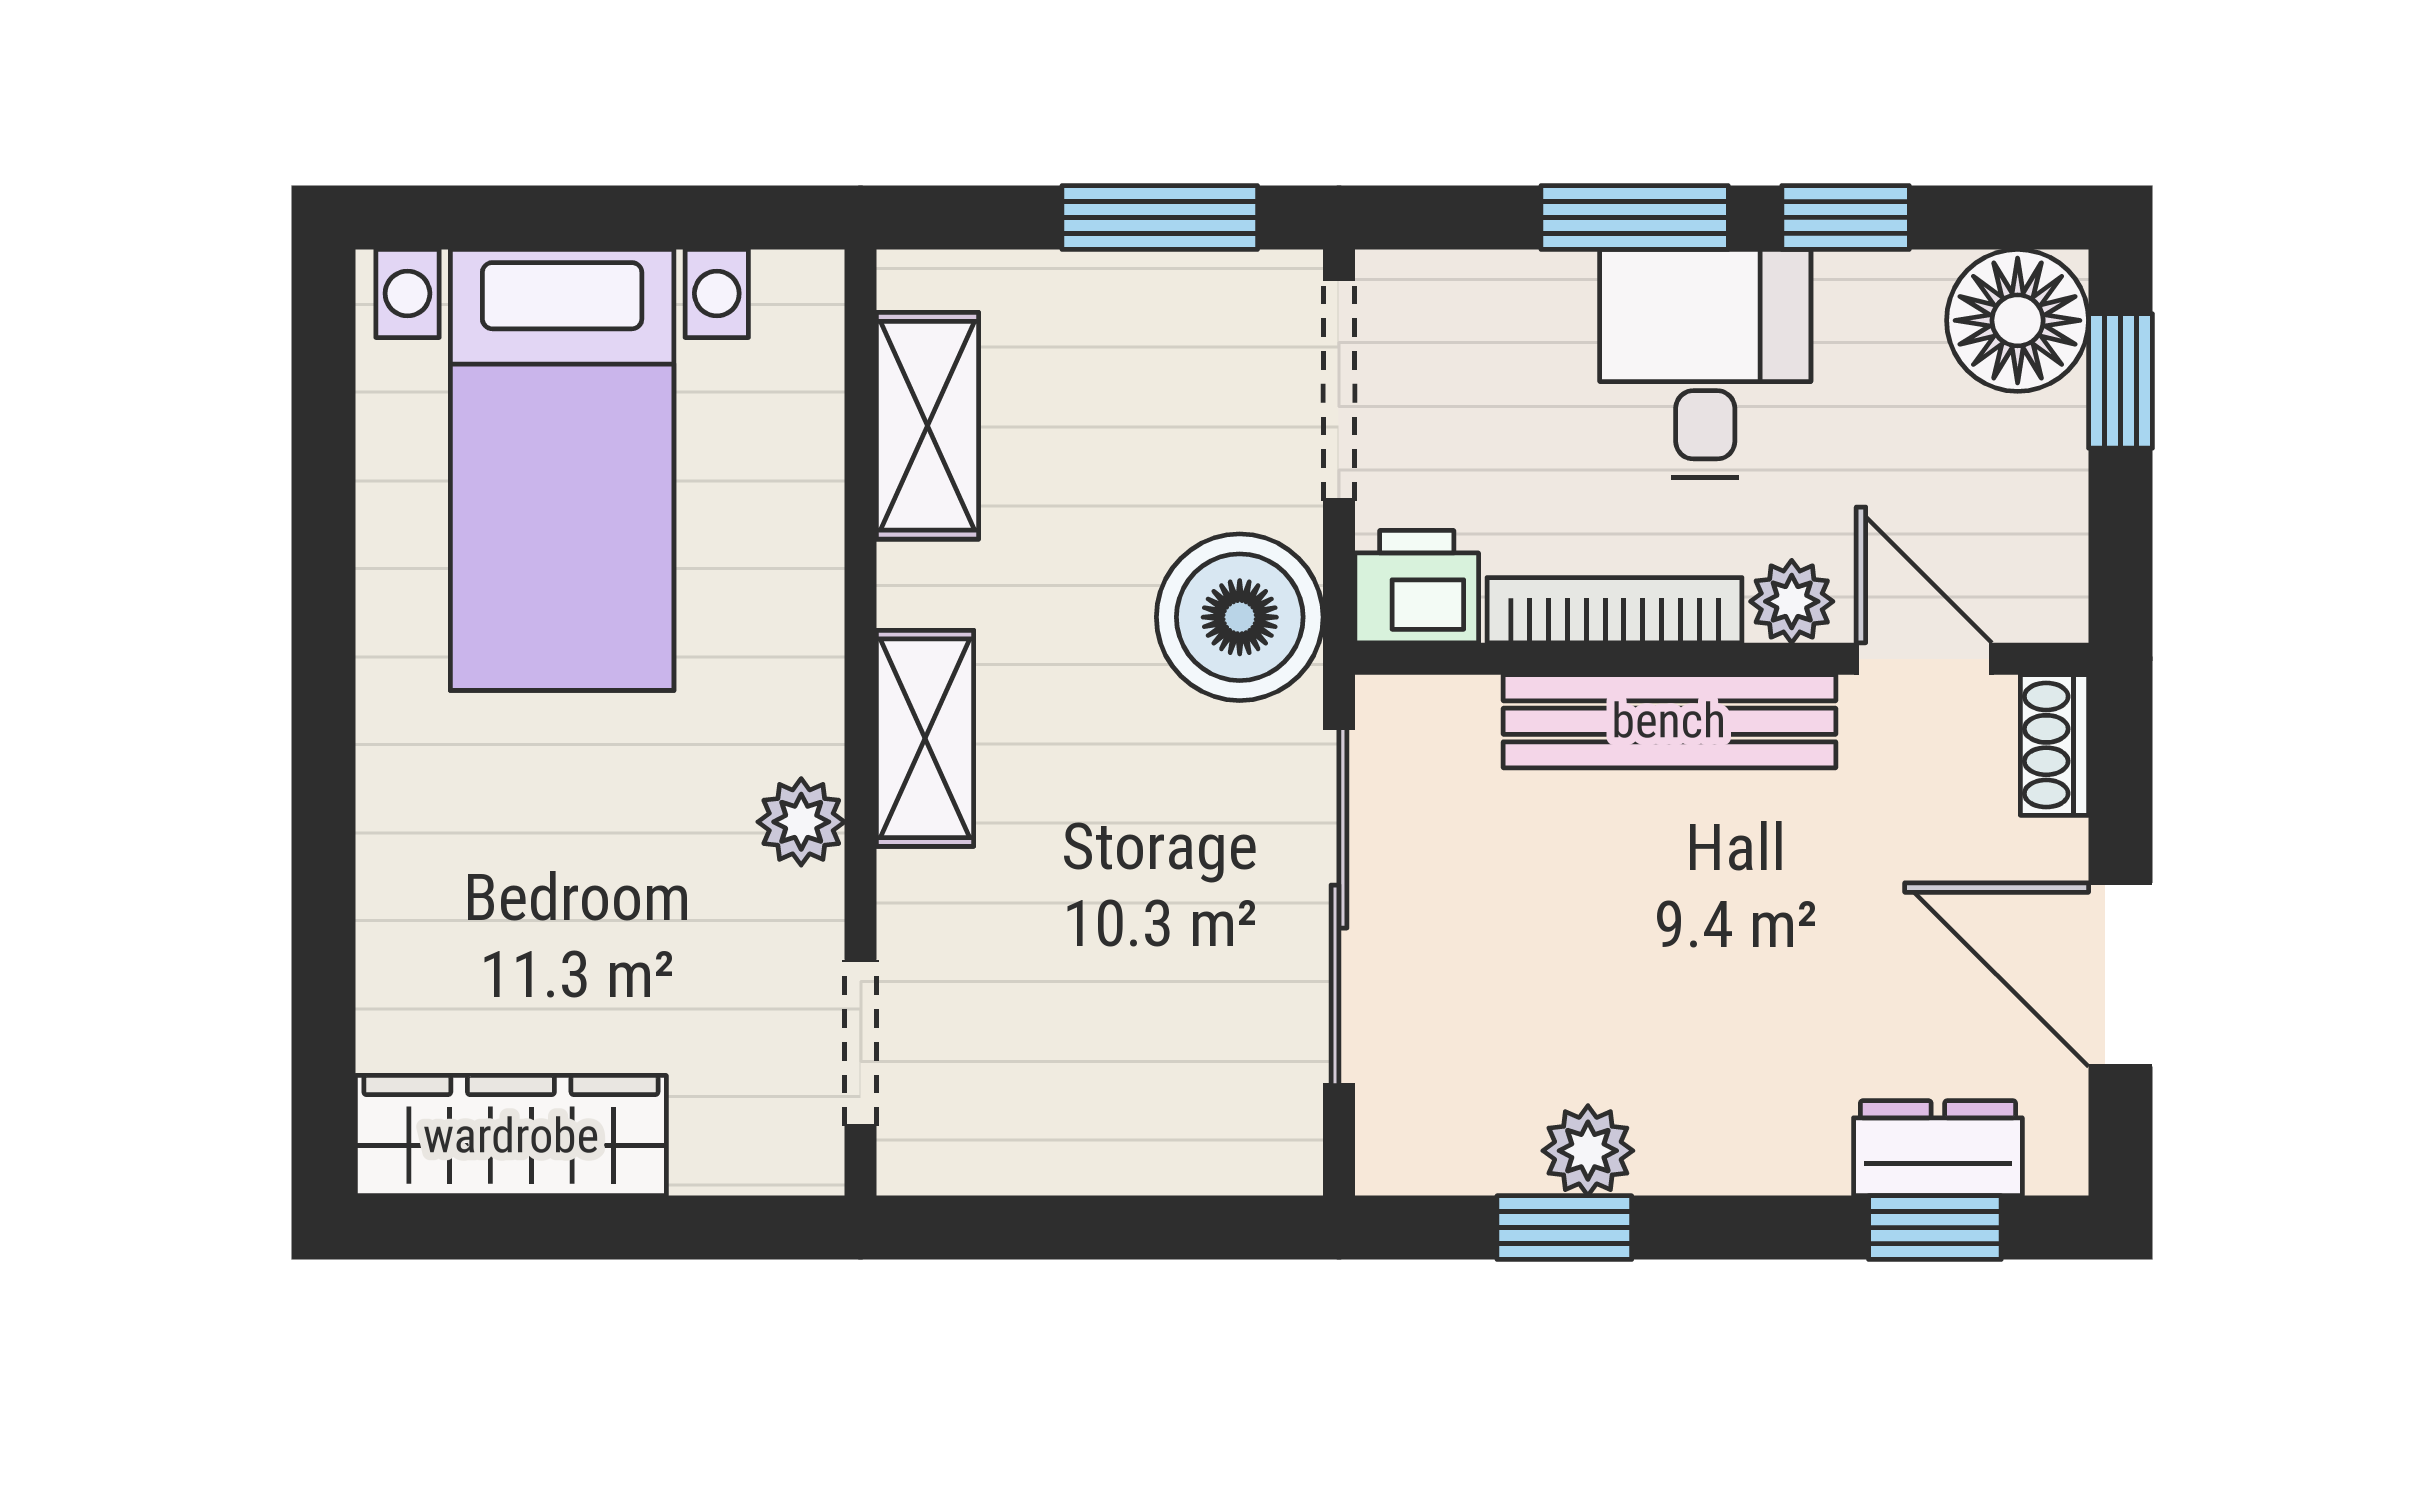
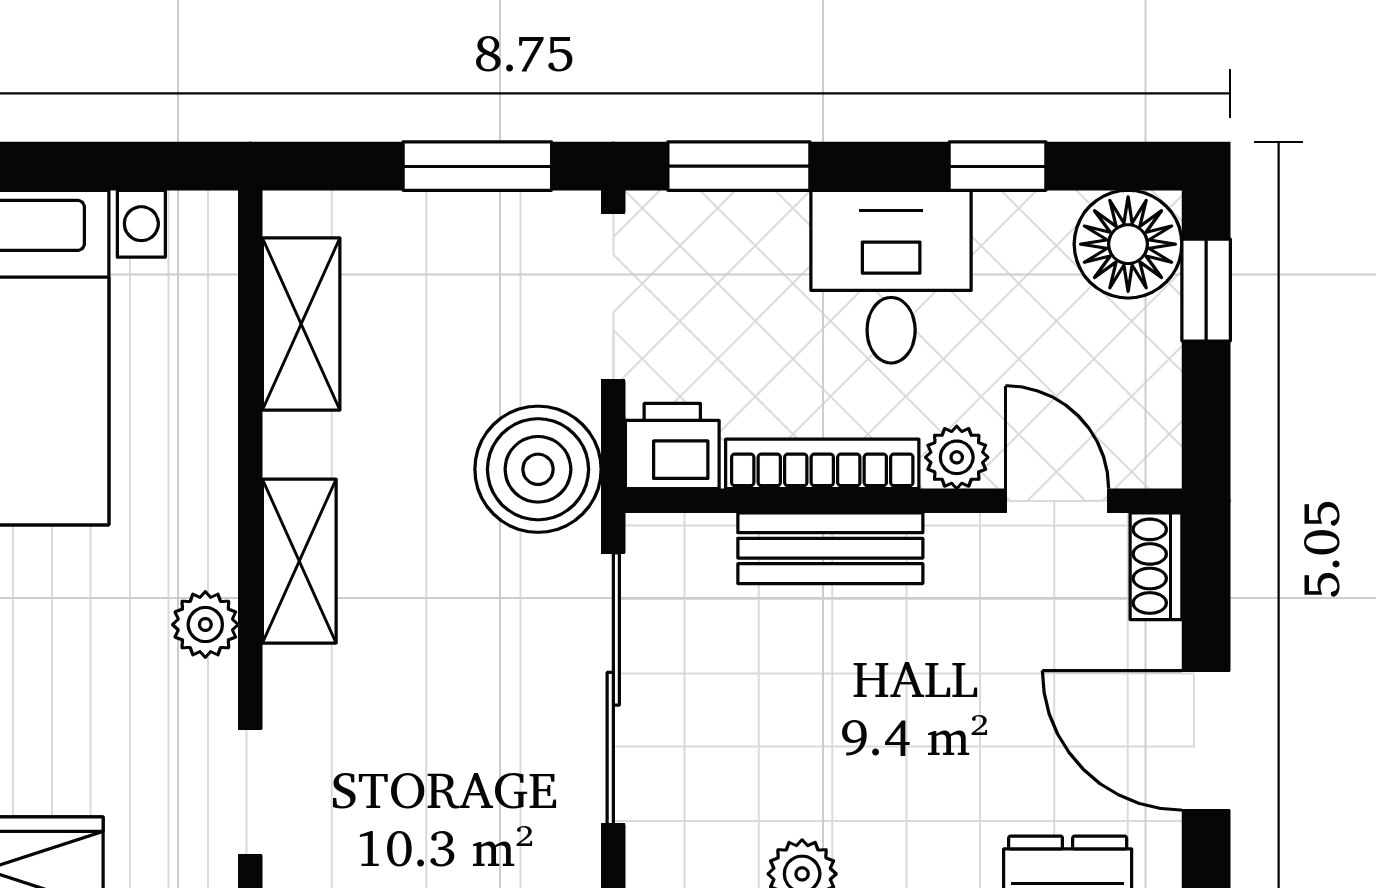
window: (1635, 217) -> (739, 166), moved
bench: (1669, 721) -> (830, 548), width x0.73

